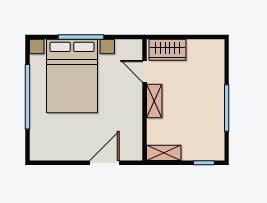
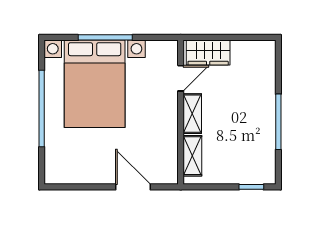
door: (144, 71) -> (181, 78), swing flipped
shelving: (164, 153) -> (192, 156), moved, turned 90
door: (104, 163) -> (133, 187), hinge flipped

